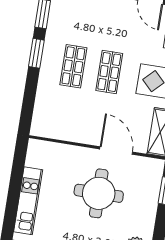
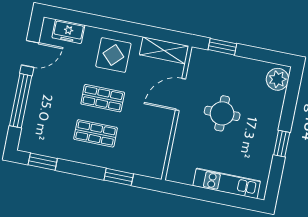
window: (36, 53) -> (119, 177), moved
round table: (99, 193) -> (222, 113), width x0.73, depth x0.73

